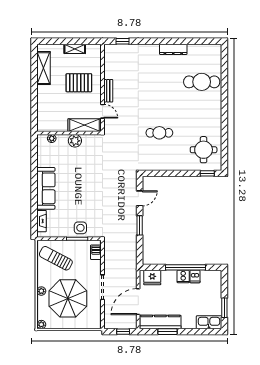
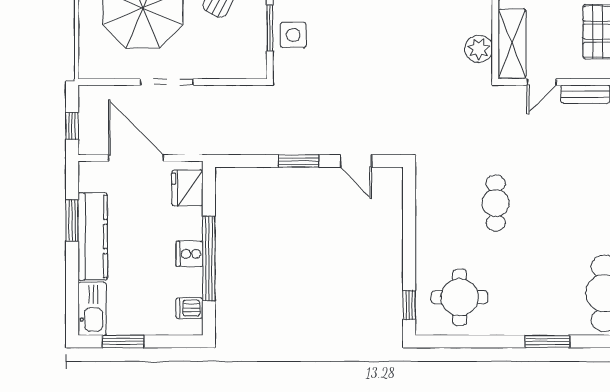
window: (224, 109) -> (547, 341), added
plant: (75, 141) -> (479, 49), moved
barbecue: (96, 252) -> (241, 68), removed
dishwasher: (195, 277) -> (189, 308), moved
kitchen counter: (160, 322) -> (93, 236), moved

